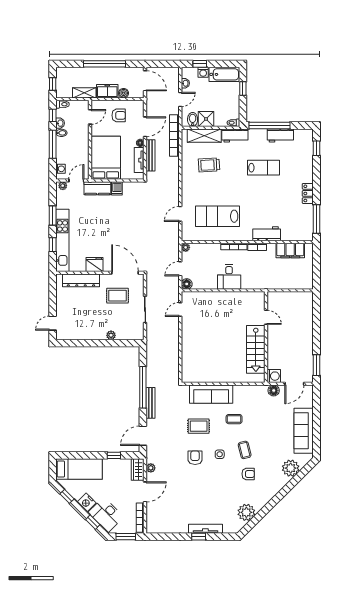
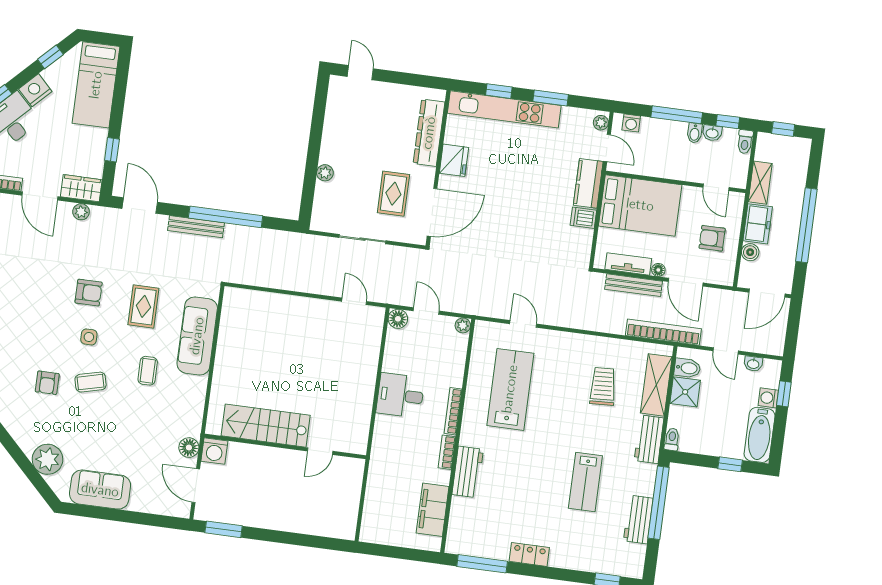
armchair: (119, 115) -> (712, 238), turned 90
sofa: (304, 431) -> (100, 490), width x0.73

